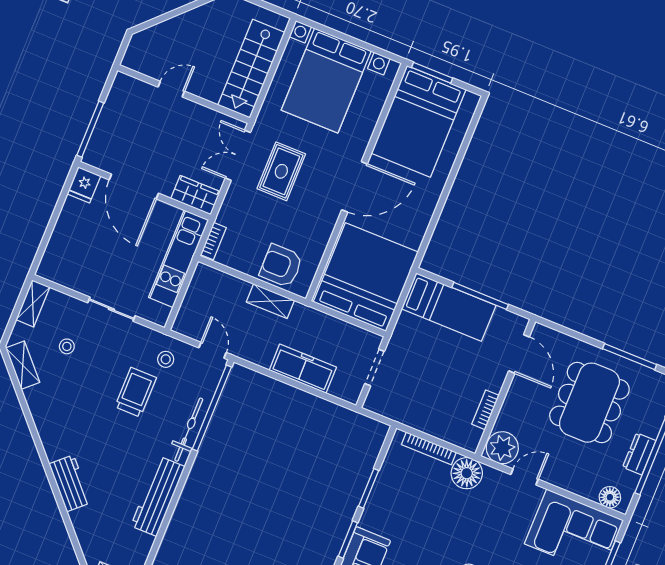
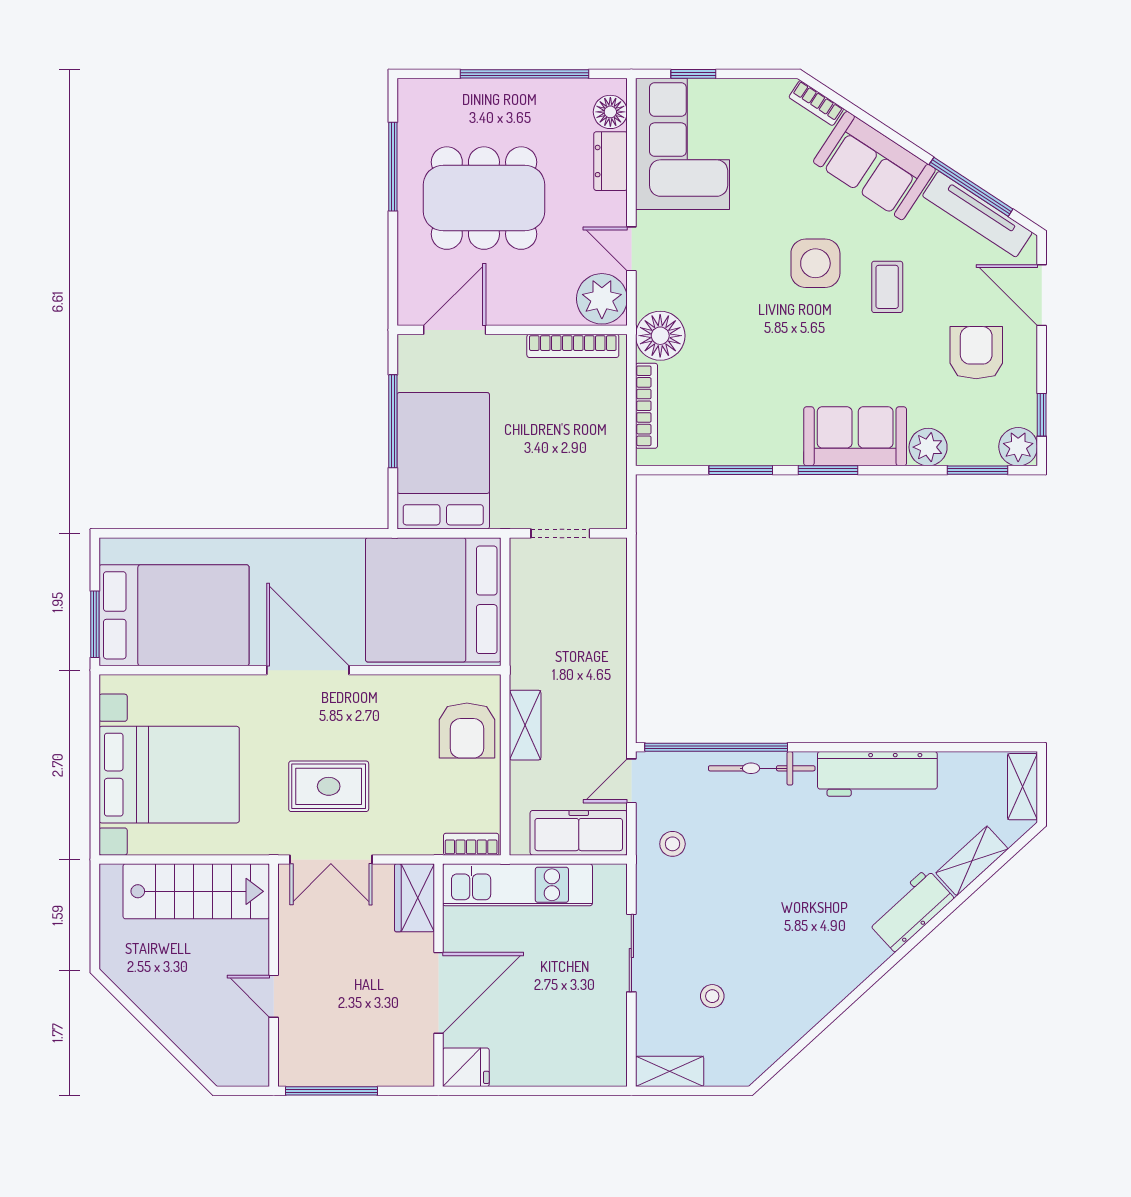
window: (90, 129) -> (332, 1091), moved
bed: (449, 307) -> (443, 461), width x1.50
shelving: (23, 365) -> (972, 861), moved
freezer: (303, 369) -> (579, 833), moved, turned 90
trolley: (136, 392) -> (738, 868), removed
bookcase: (485, 410) -> (573, 346), width x1.56
dresser: (639, 454) -> (611, 161), moved, turned 90

